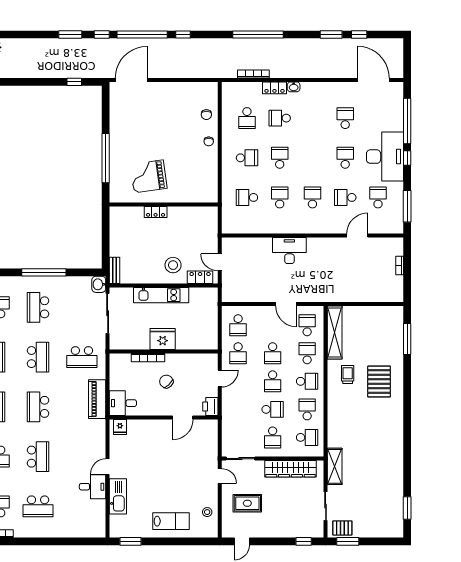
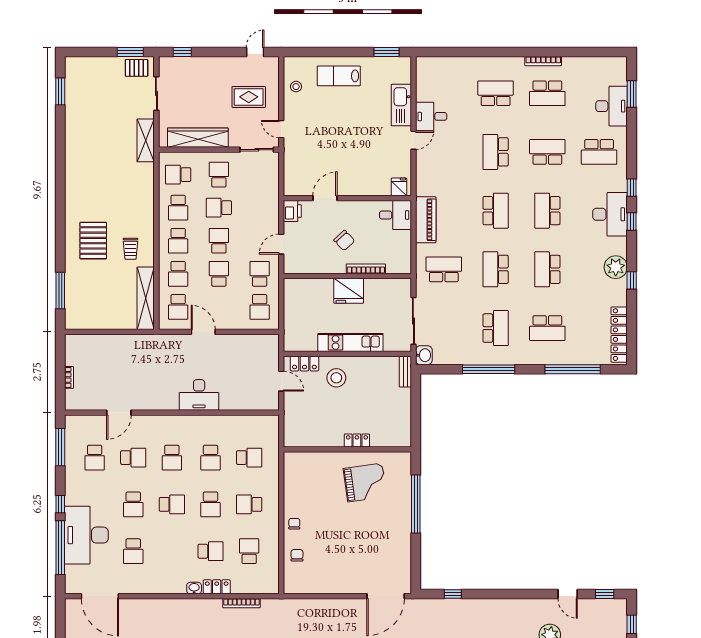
desk: (385, 157) -> (86, 535), moved
school desk: (312, 158) -> (172, 504), added
school desk: (238, 325) -> (260, 307), turned 180
school desk: (307, 381) -> (178, 241), turned -90

